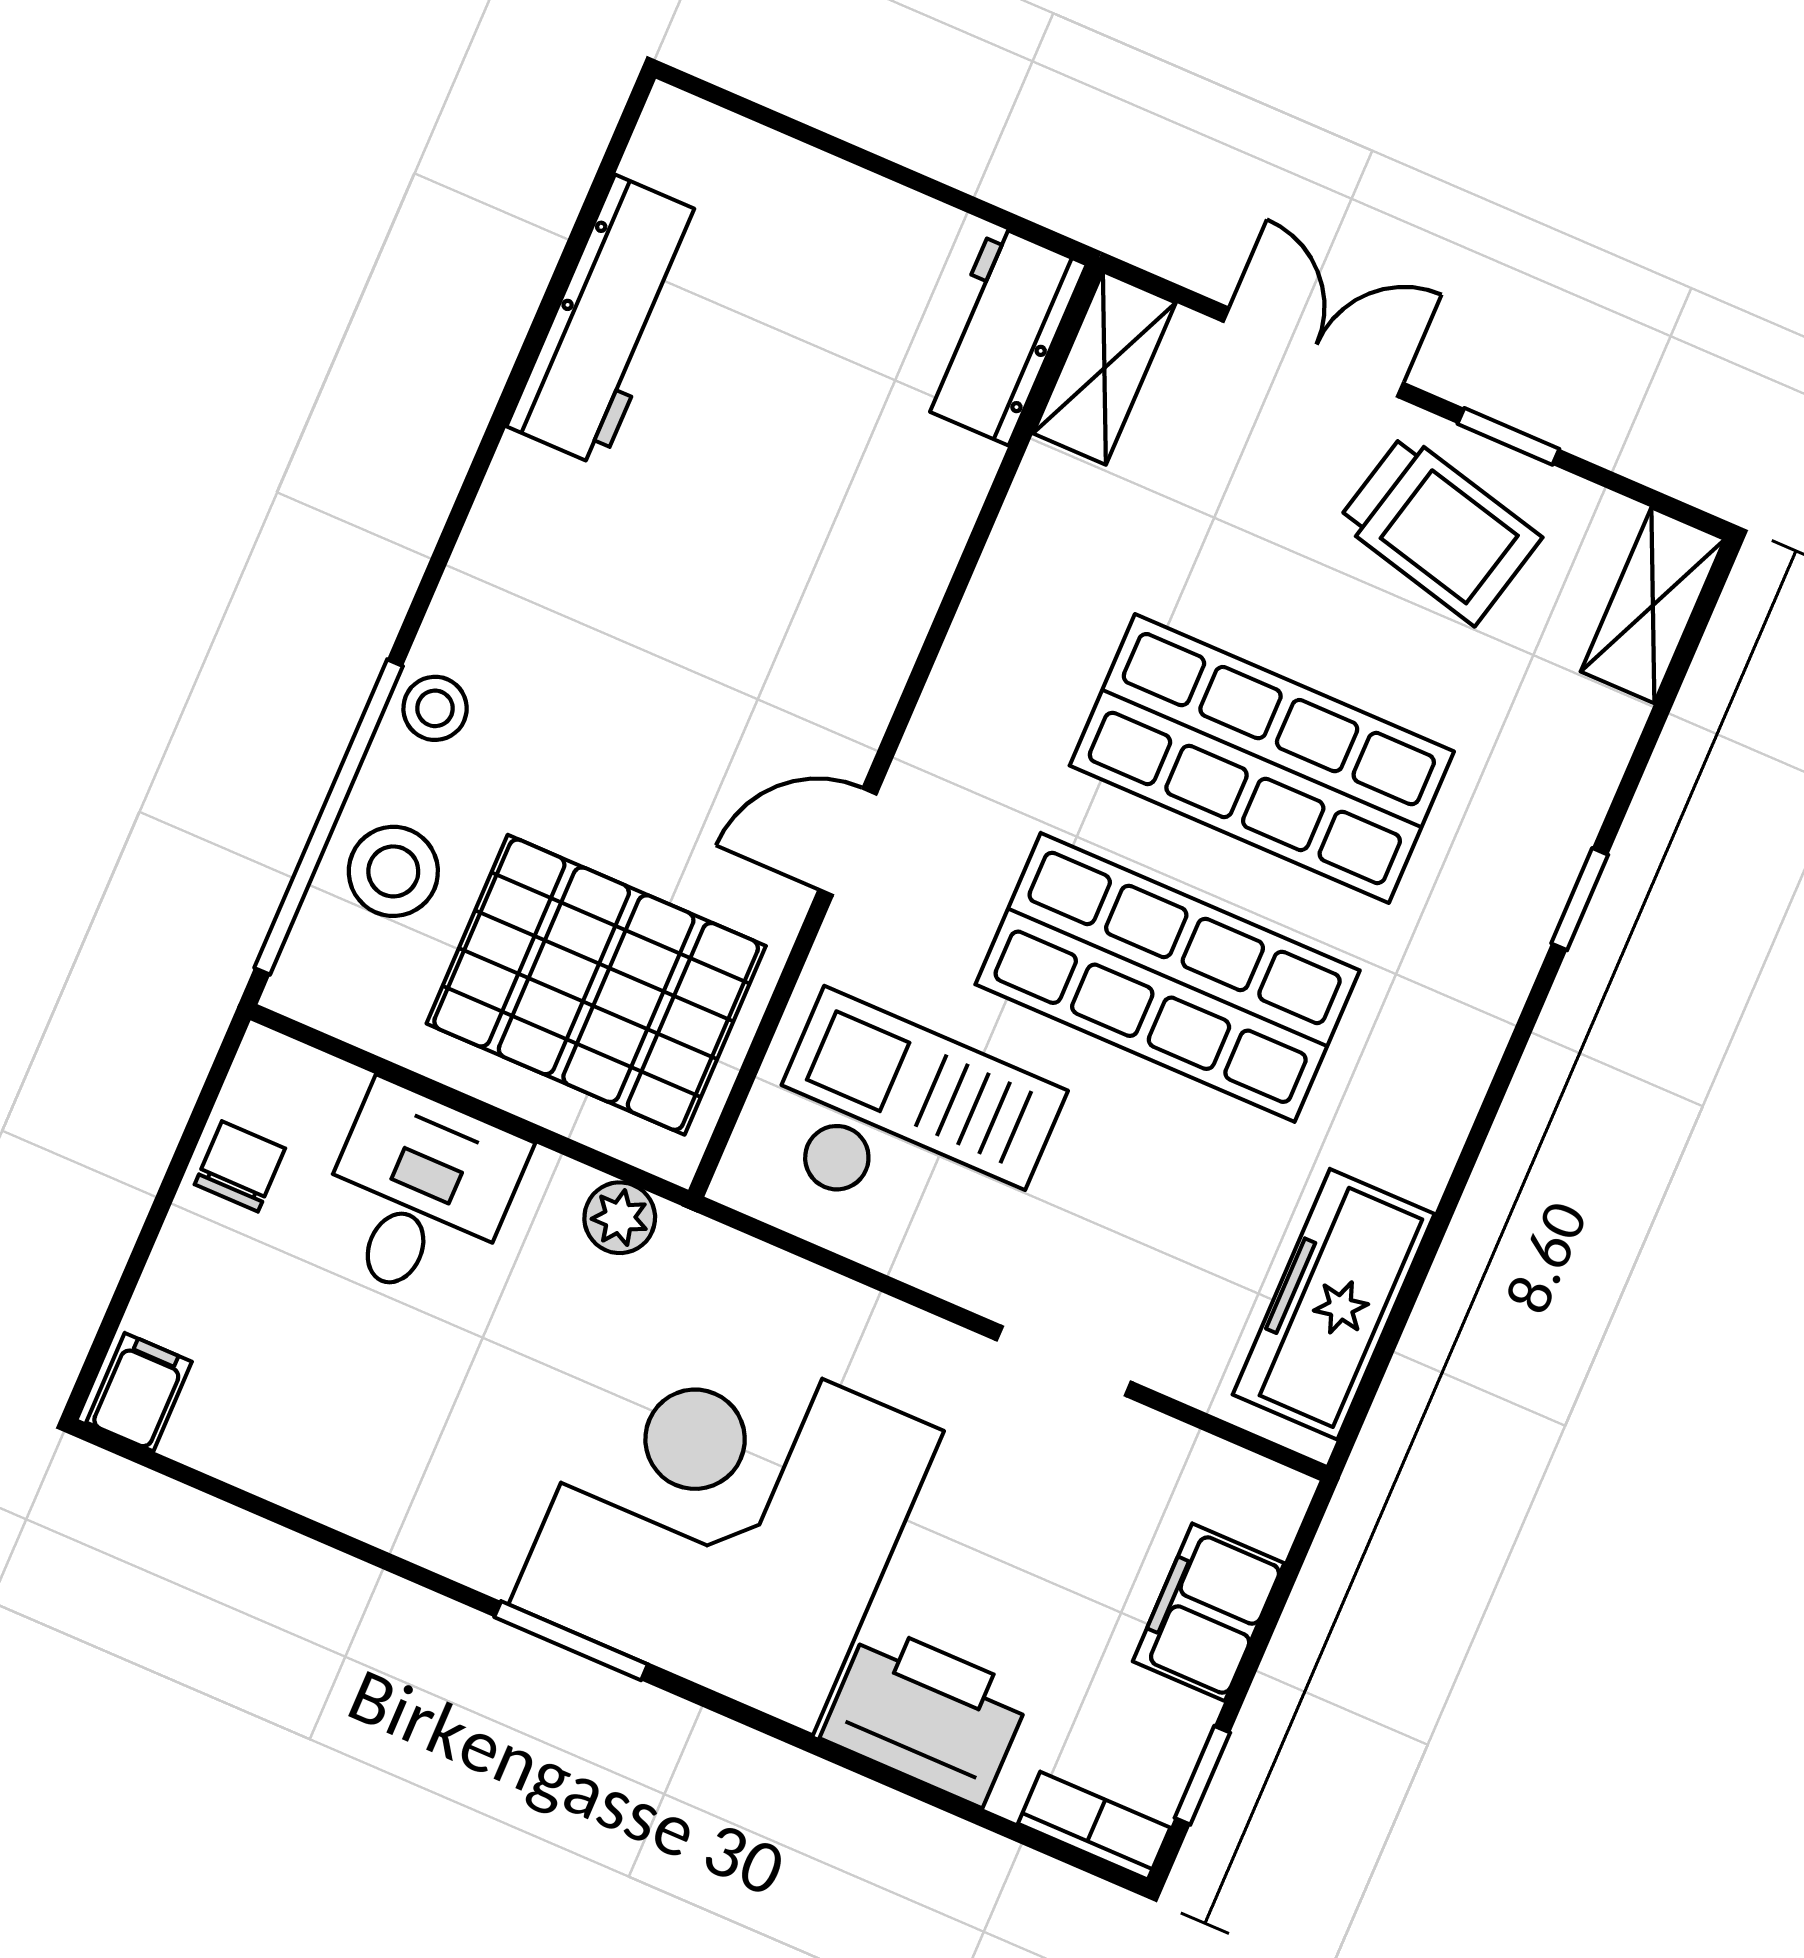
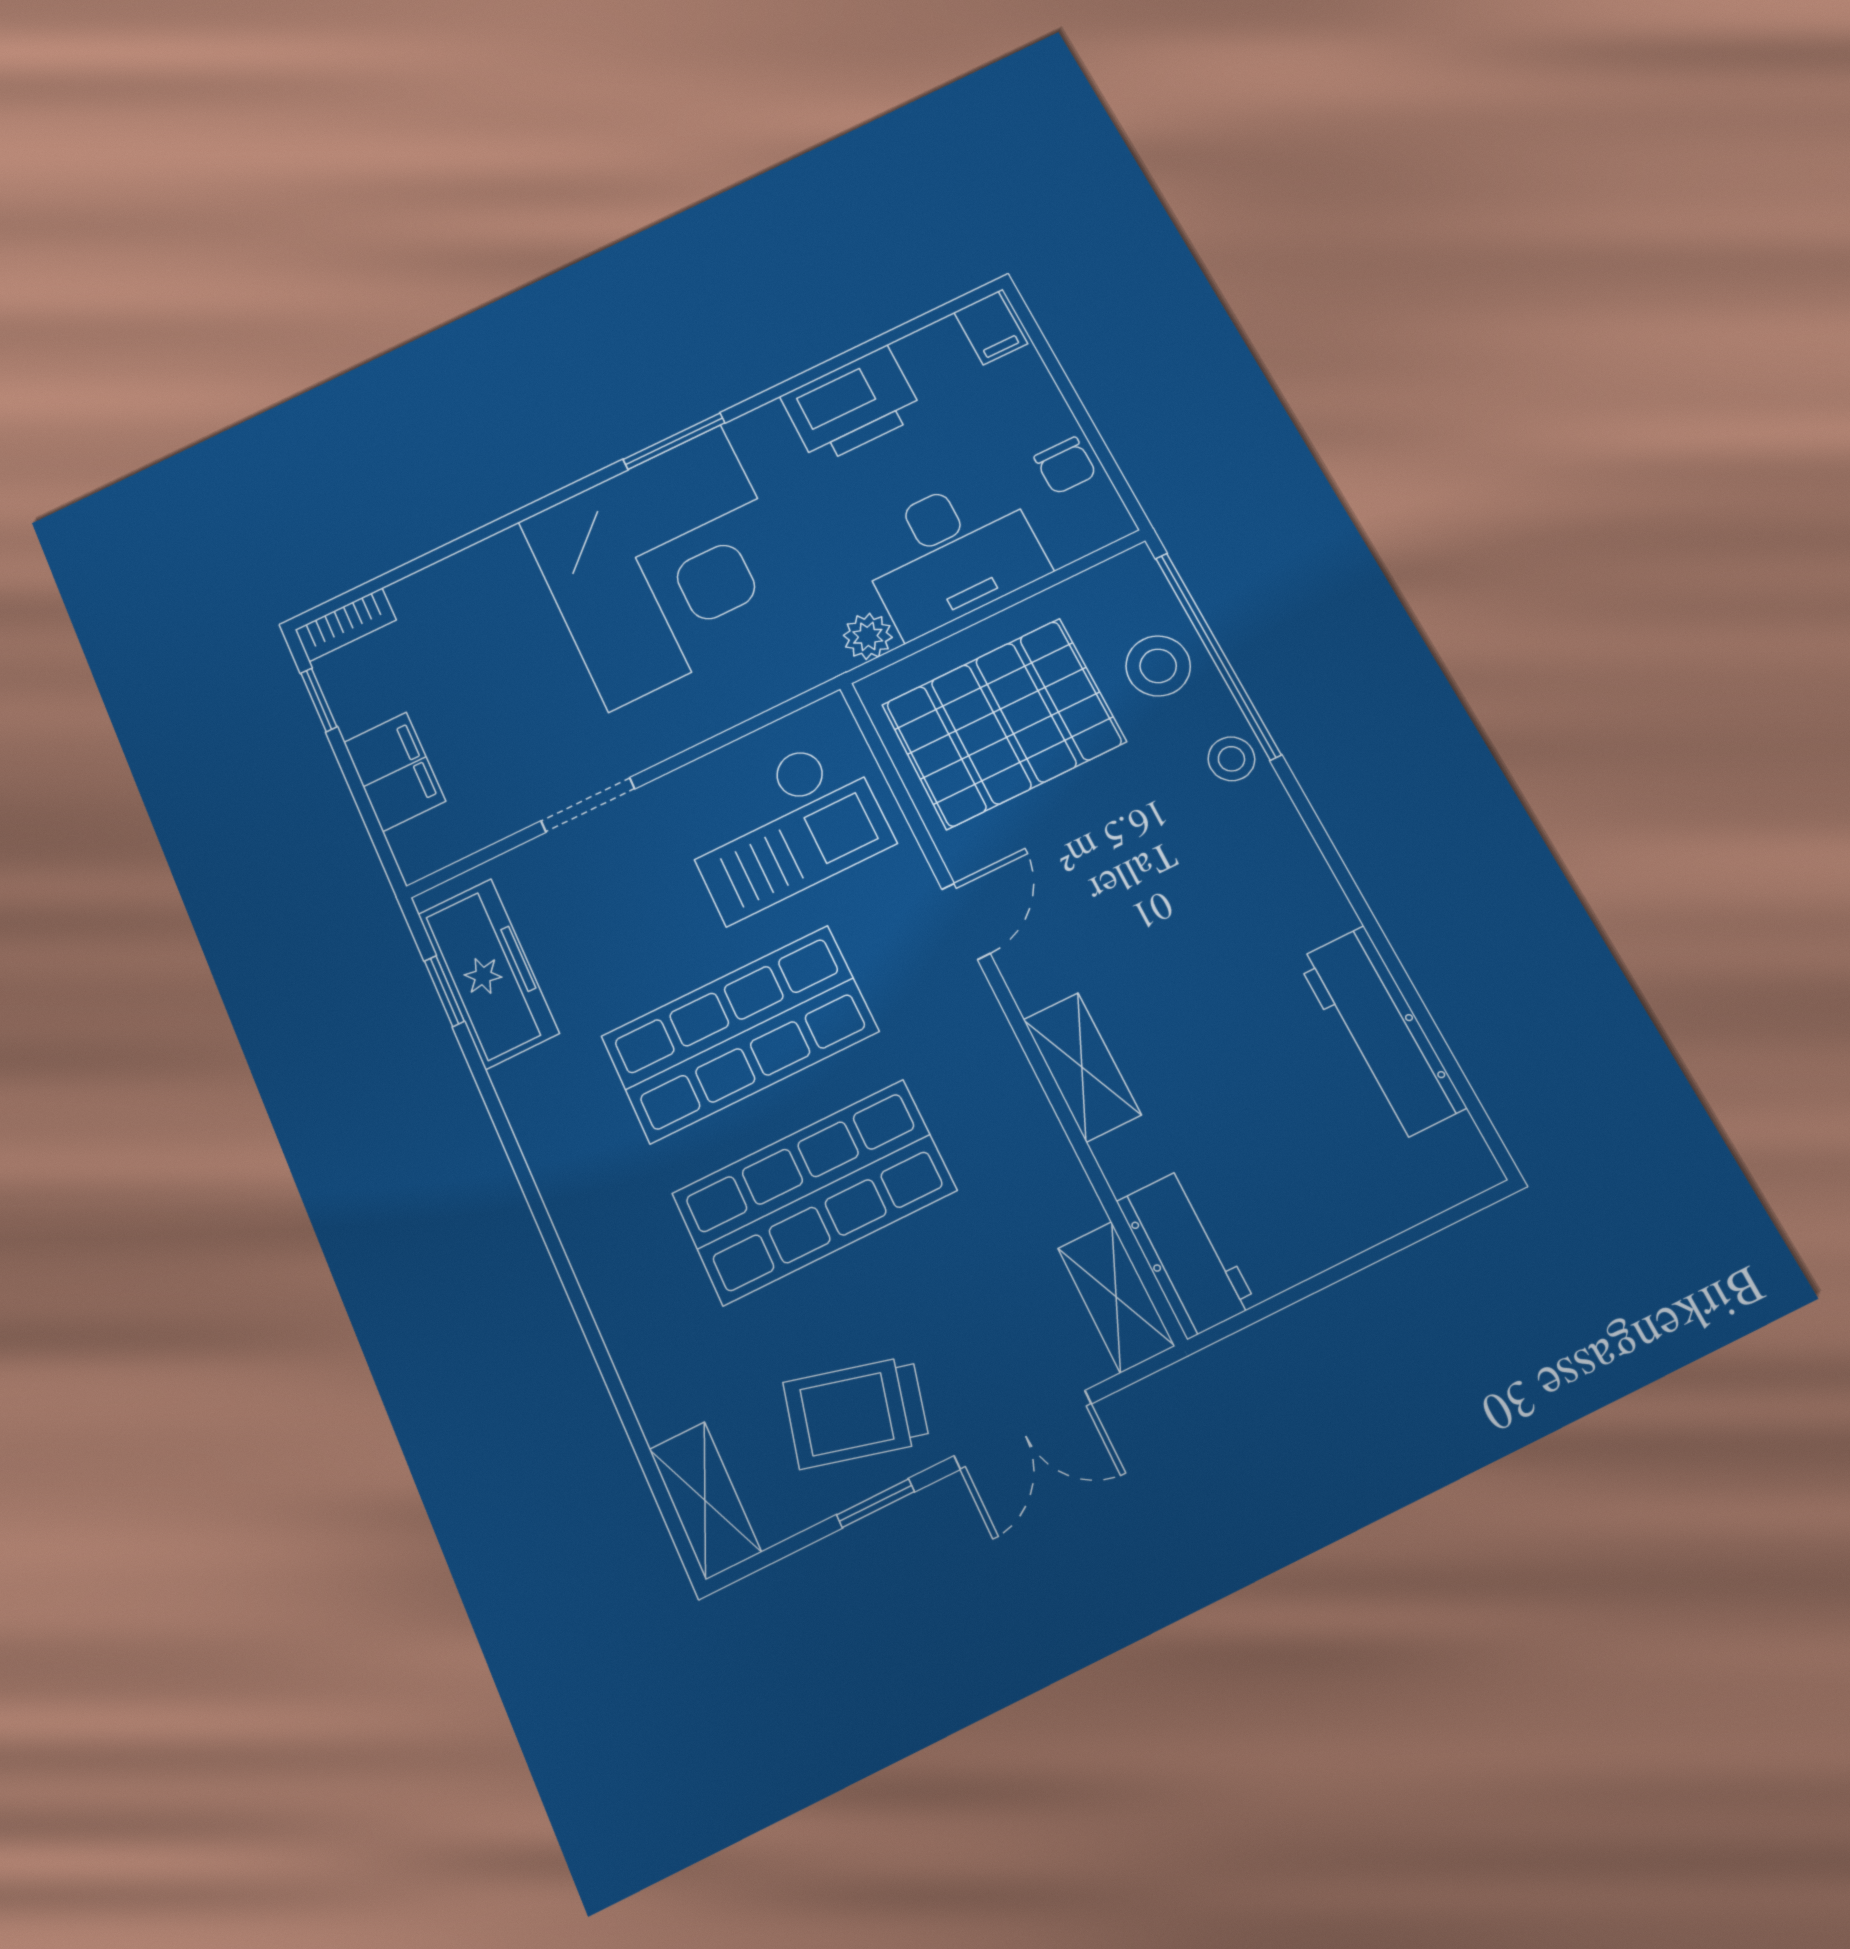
shelving: (900, 593) -> (1082, 1067), added
window: (1580, 899) -> (444, 991), moved
desk: (419, 1195) -> (951, 553), width x1.37
printer: (926, 1715) -> (852, 405), moved

